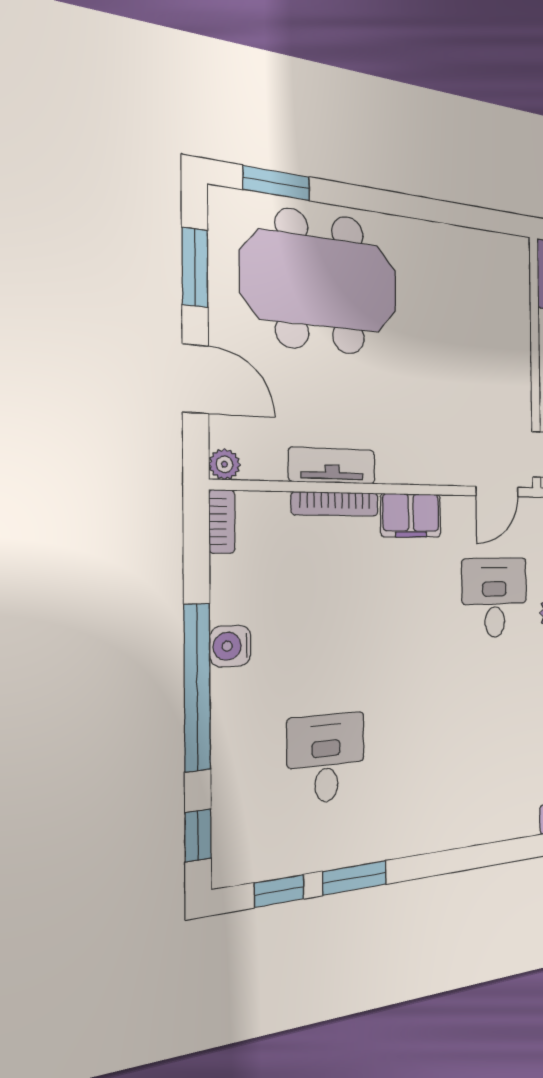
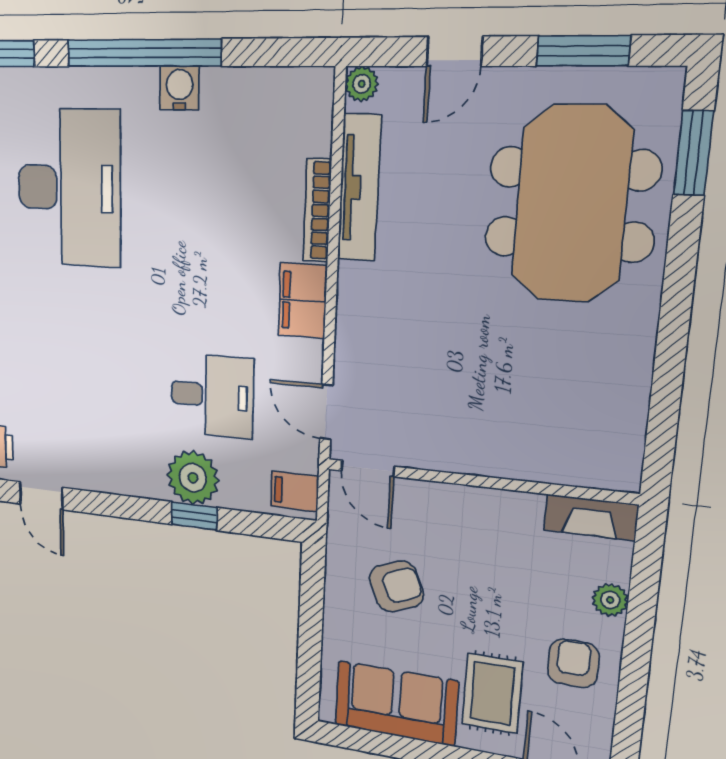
door: (195, 379) -> (454, 51), width x0.73
tv unit: (332, 466) -> (359, 188), width x1.41
bookcase: (222, 521) -> (302, 80), removed
desk: (326, 758) -> (69, 188), width x1.87, depth x1.30

